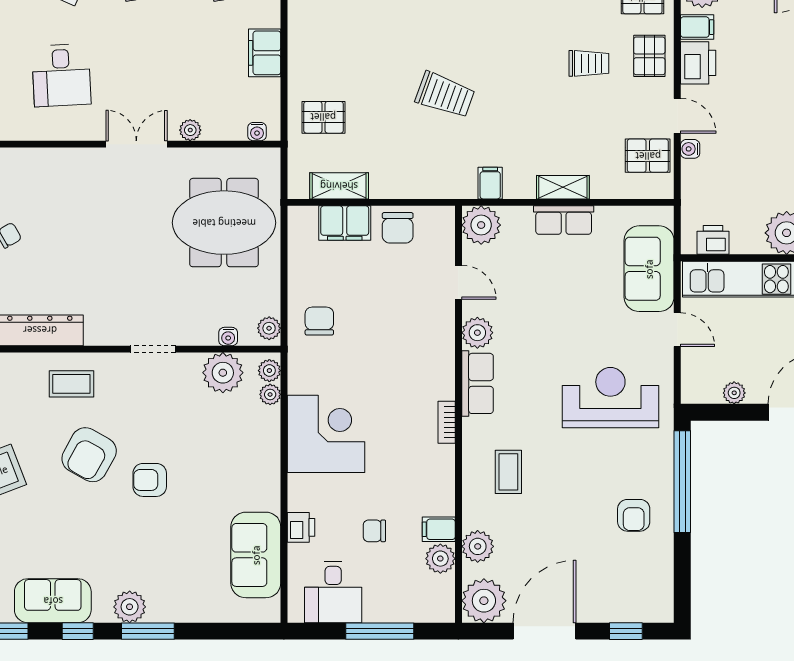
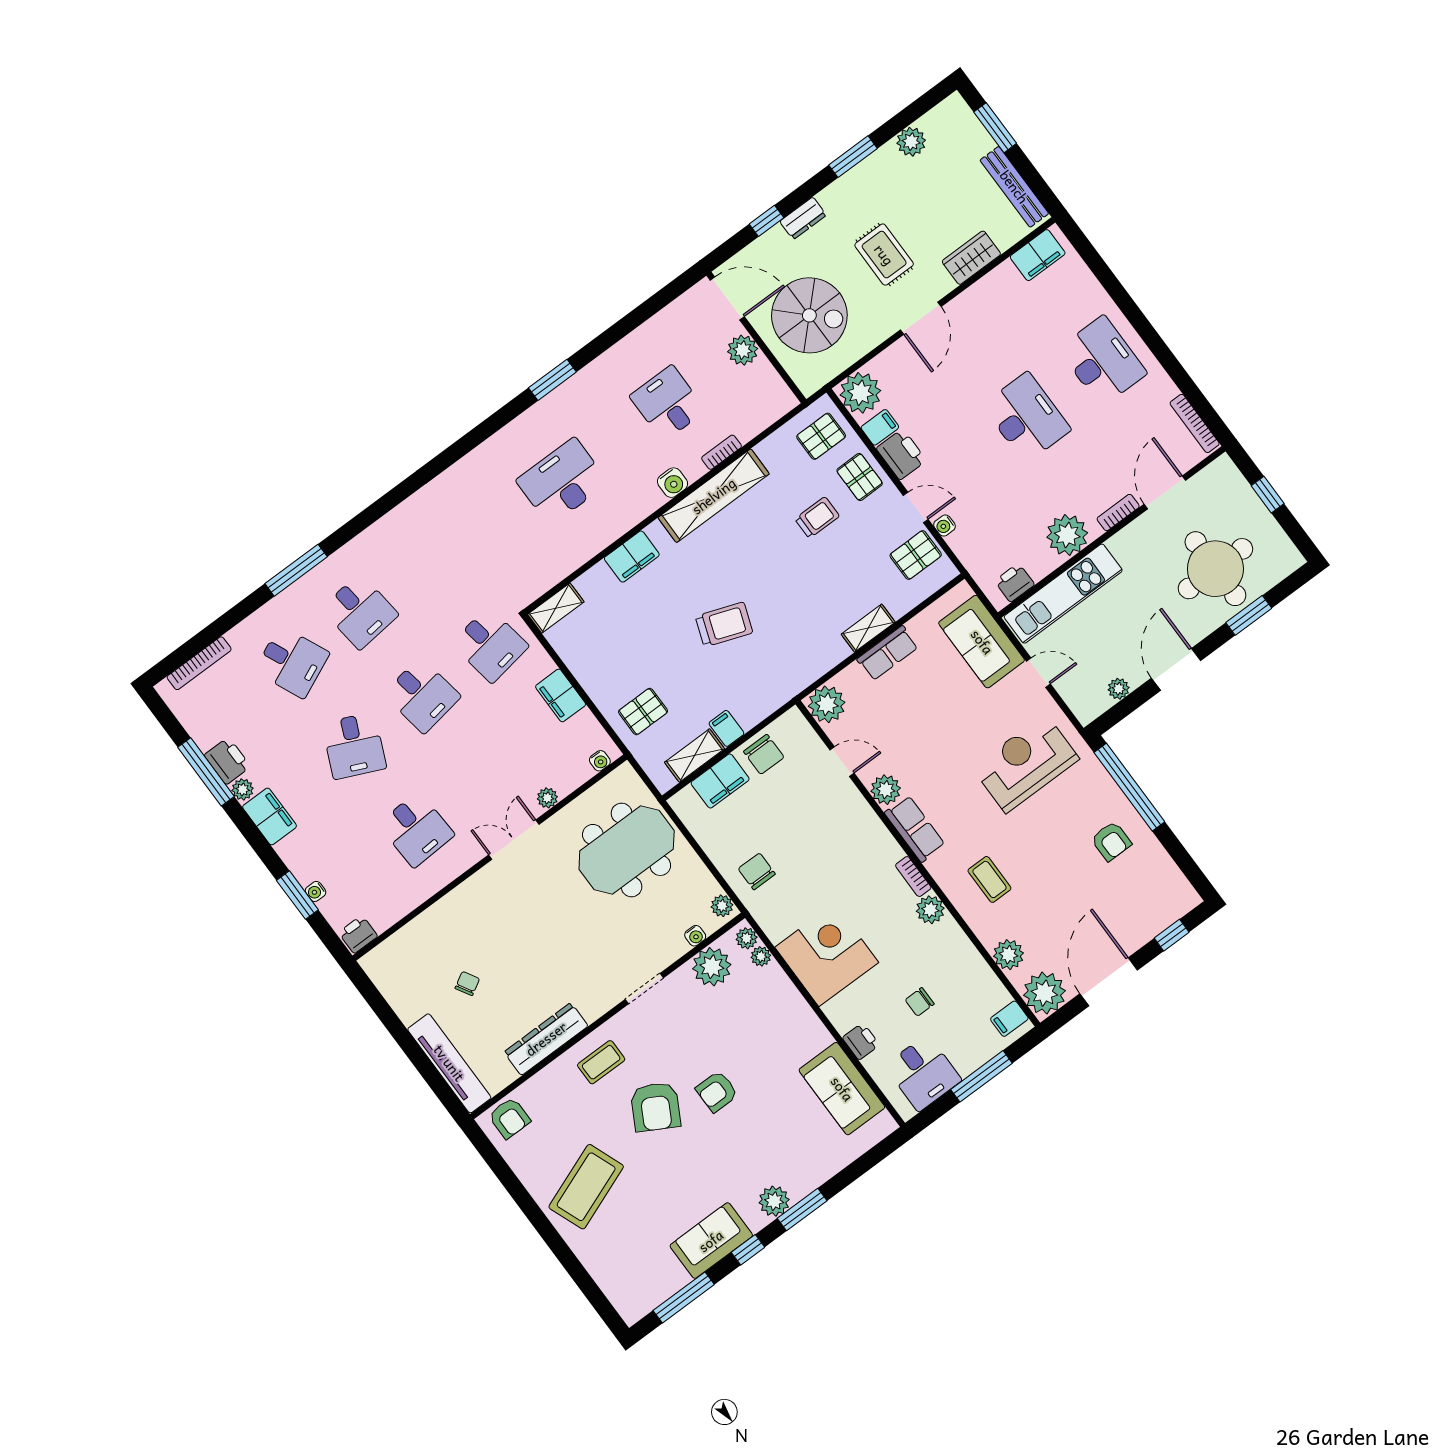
filing cabinet: (490, 183) -> (726, 728), moved
filing cabinet: (439, 529) -> (1009, 1019), moved
plant: (440, 559) -> (930, 910), moved

